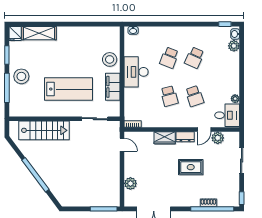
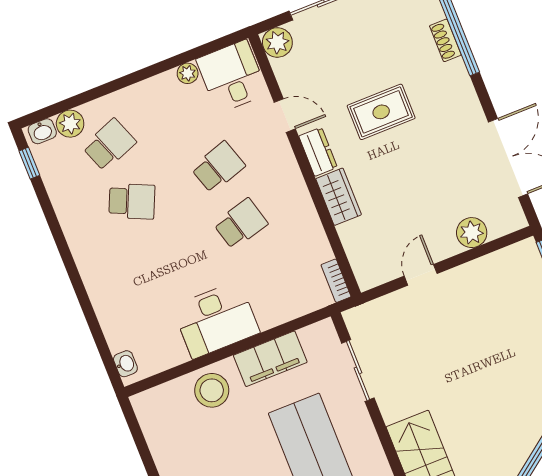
school desk: (169, 58) -> (109, 145), moved, turned -42
plant: (218, 138) -> (277, 42), moved
door: (122, 145) -> (421, 275), moved
rug: (191, 167) -> (381, 112), turned 90

